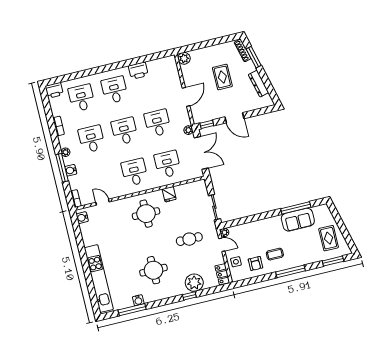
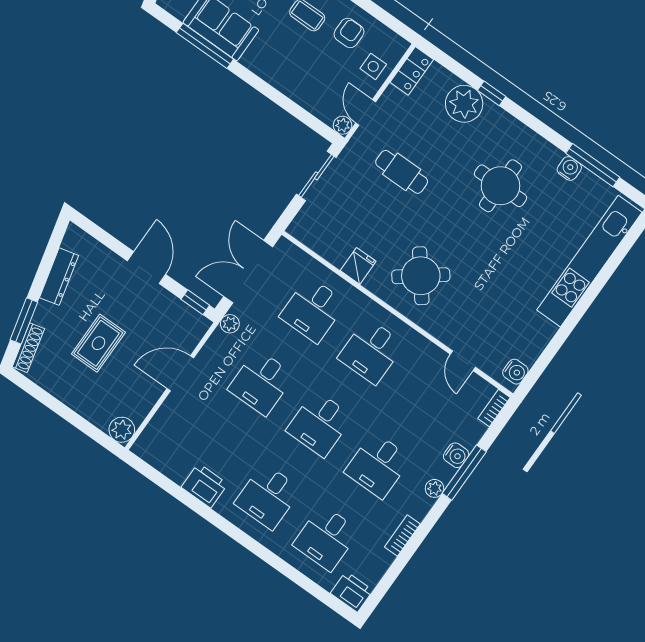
round table: (146, 214) -> (421, 276), turned -38

